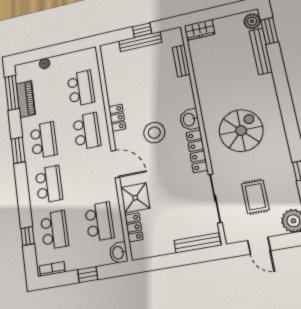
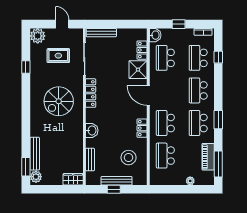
washbasin: (189, 120) -> (92, 130), moved
stool: (154, 133) -> (129, 158), moved
rug: (255, 197) -> (58, 56), turned 90

